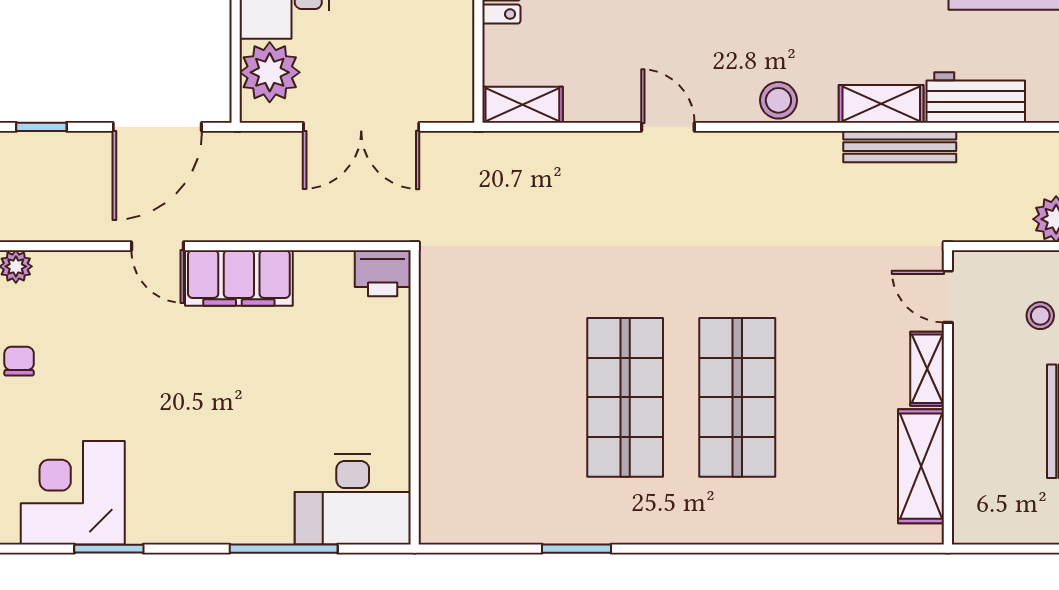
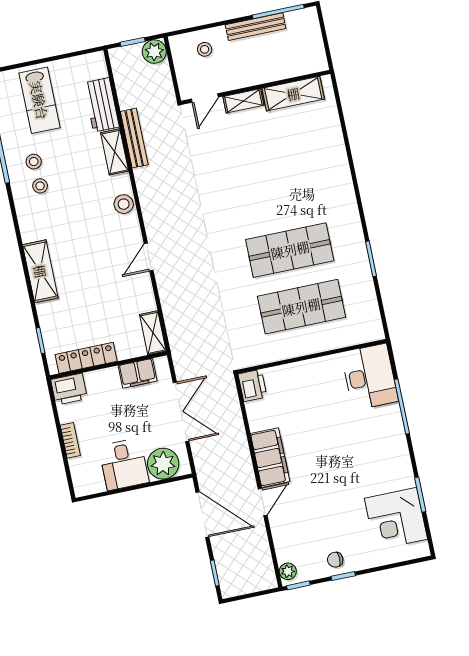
filing cabinet: (452, 60) -> (138, 373), added
shop shelf: (737, 397) -> (301, 307), moved

